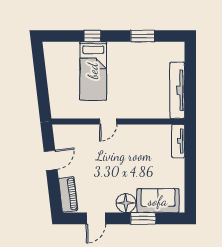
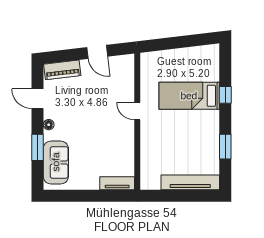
tv unit: (177, 90) -> (190, 182), moved
floor lamp: (126, 203) -> (49, 125), width x0.53, depth x0.53

